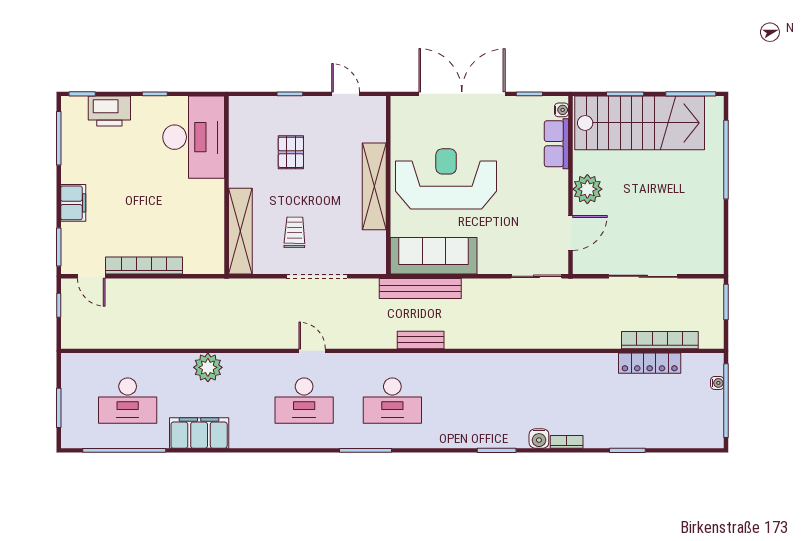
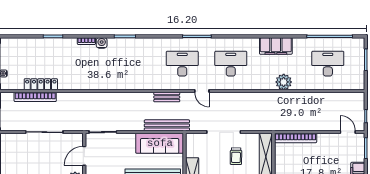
bookcase: (144, 266) -> (296, 138), moved
door: (312, 351) -> (202, 91), moved
filing cabinet: (199, 433) -> (276, 46), moved

